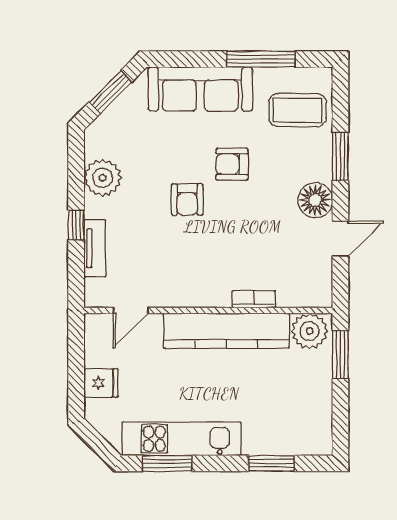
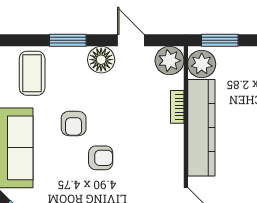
plant: (314, 289) -> (170, 61), added

